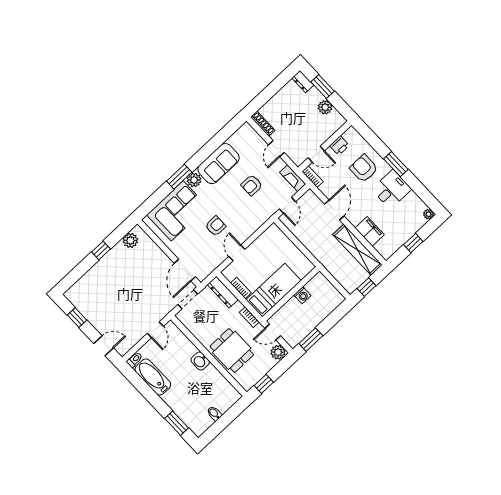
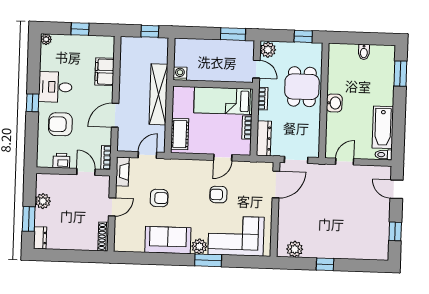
window: (396, 164) -> (33, 103), width x0.67
armchair: (364, 168) -> (60, 124), turned 90
cot: (280, 240) -> (180, 134), added
shelving: (357, 250) -> (158, 94), moved
washing machine: (302, 295) -> (180, 74), moved

